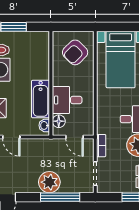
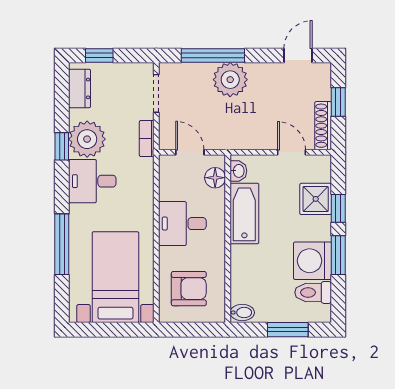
bidet: (42, 38) -> (242, 313), added
armchair: (75, 52) -> (189, 289), turned 45
desk: (67, 100) -> (182, 224), moved, turned 180

